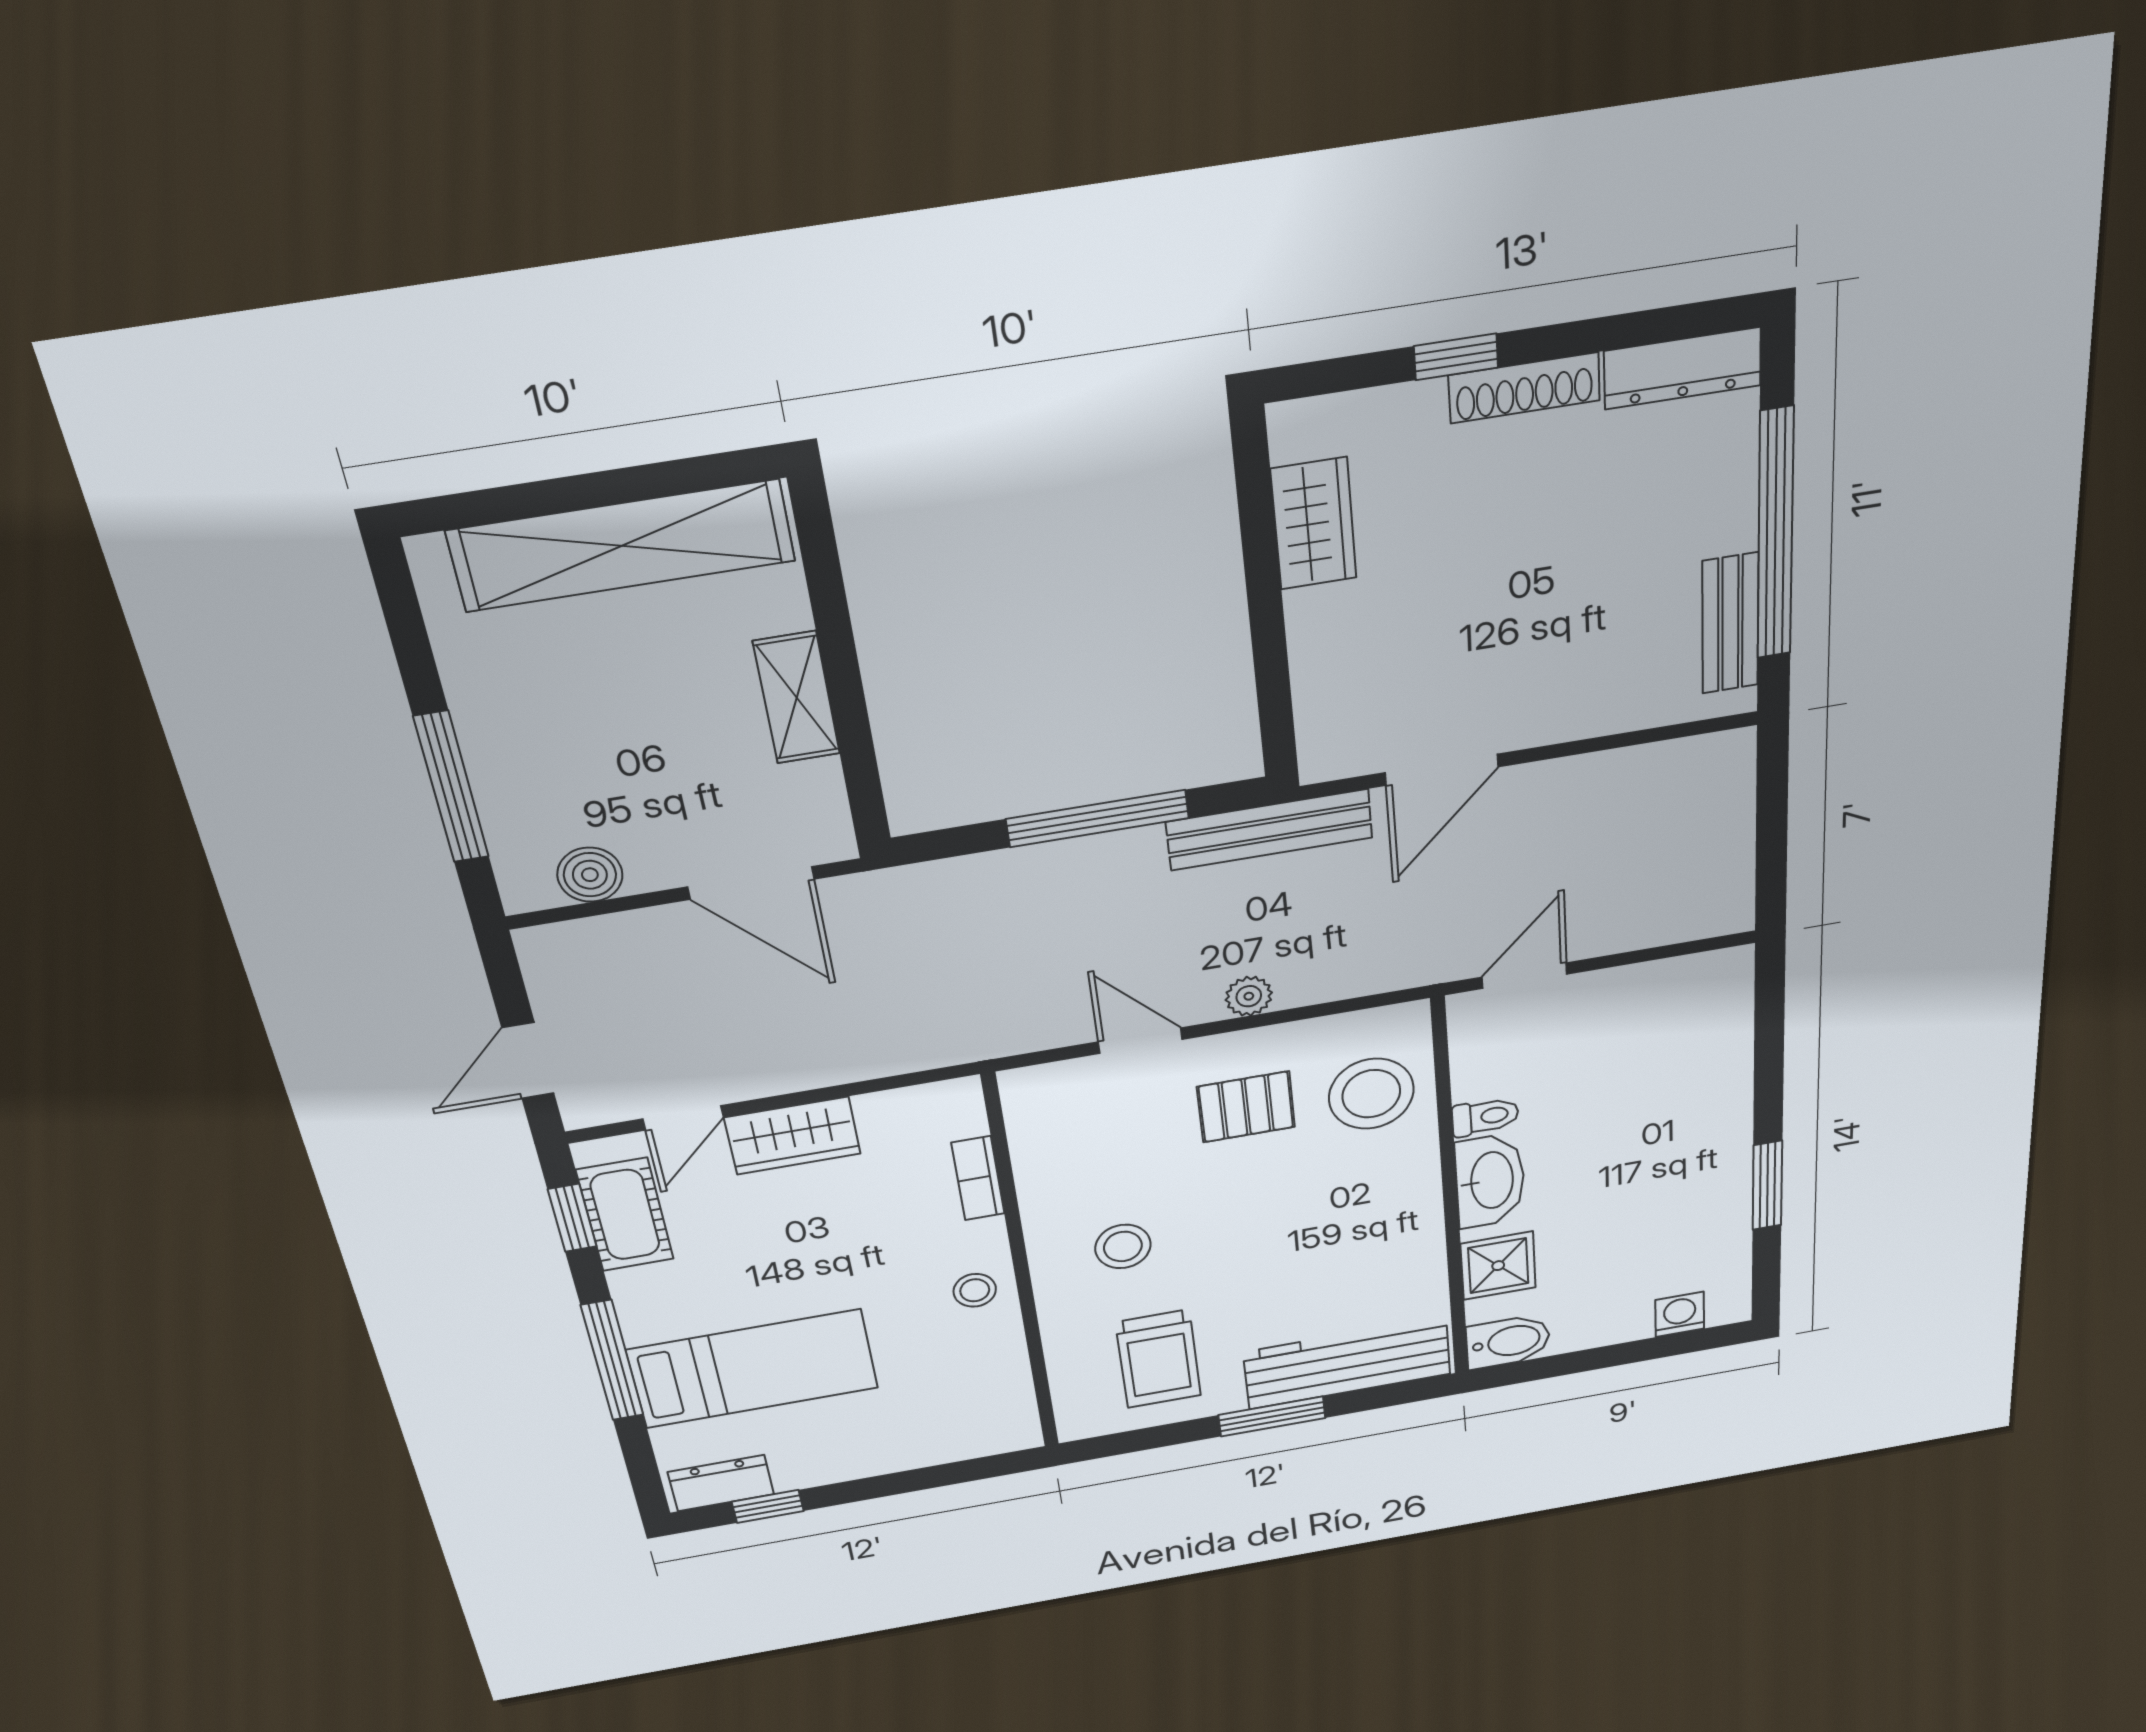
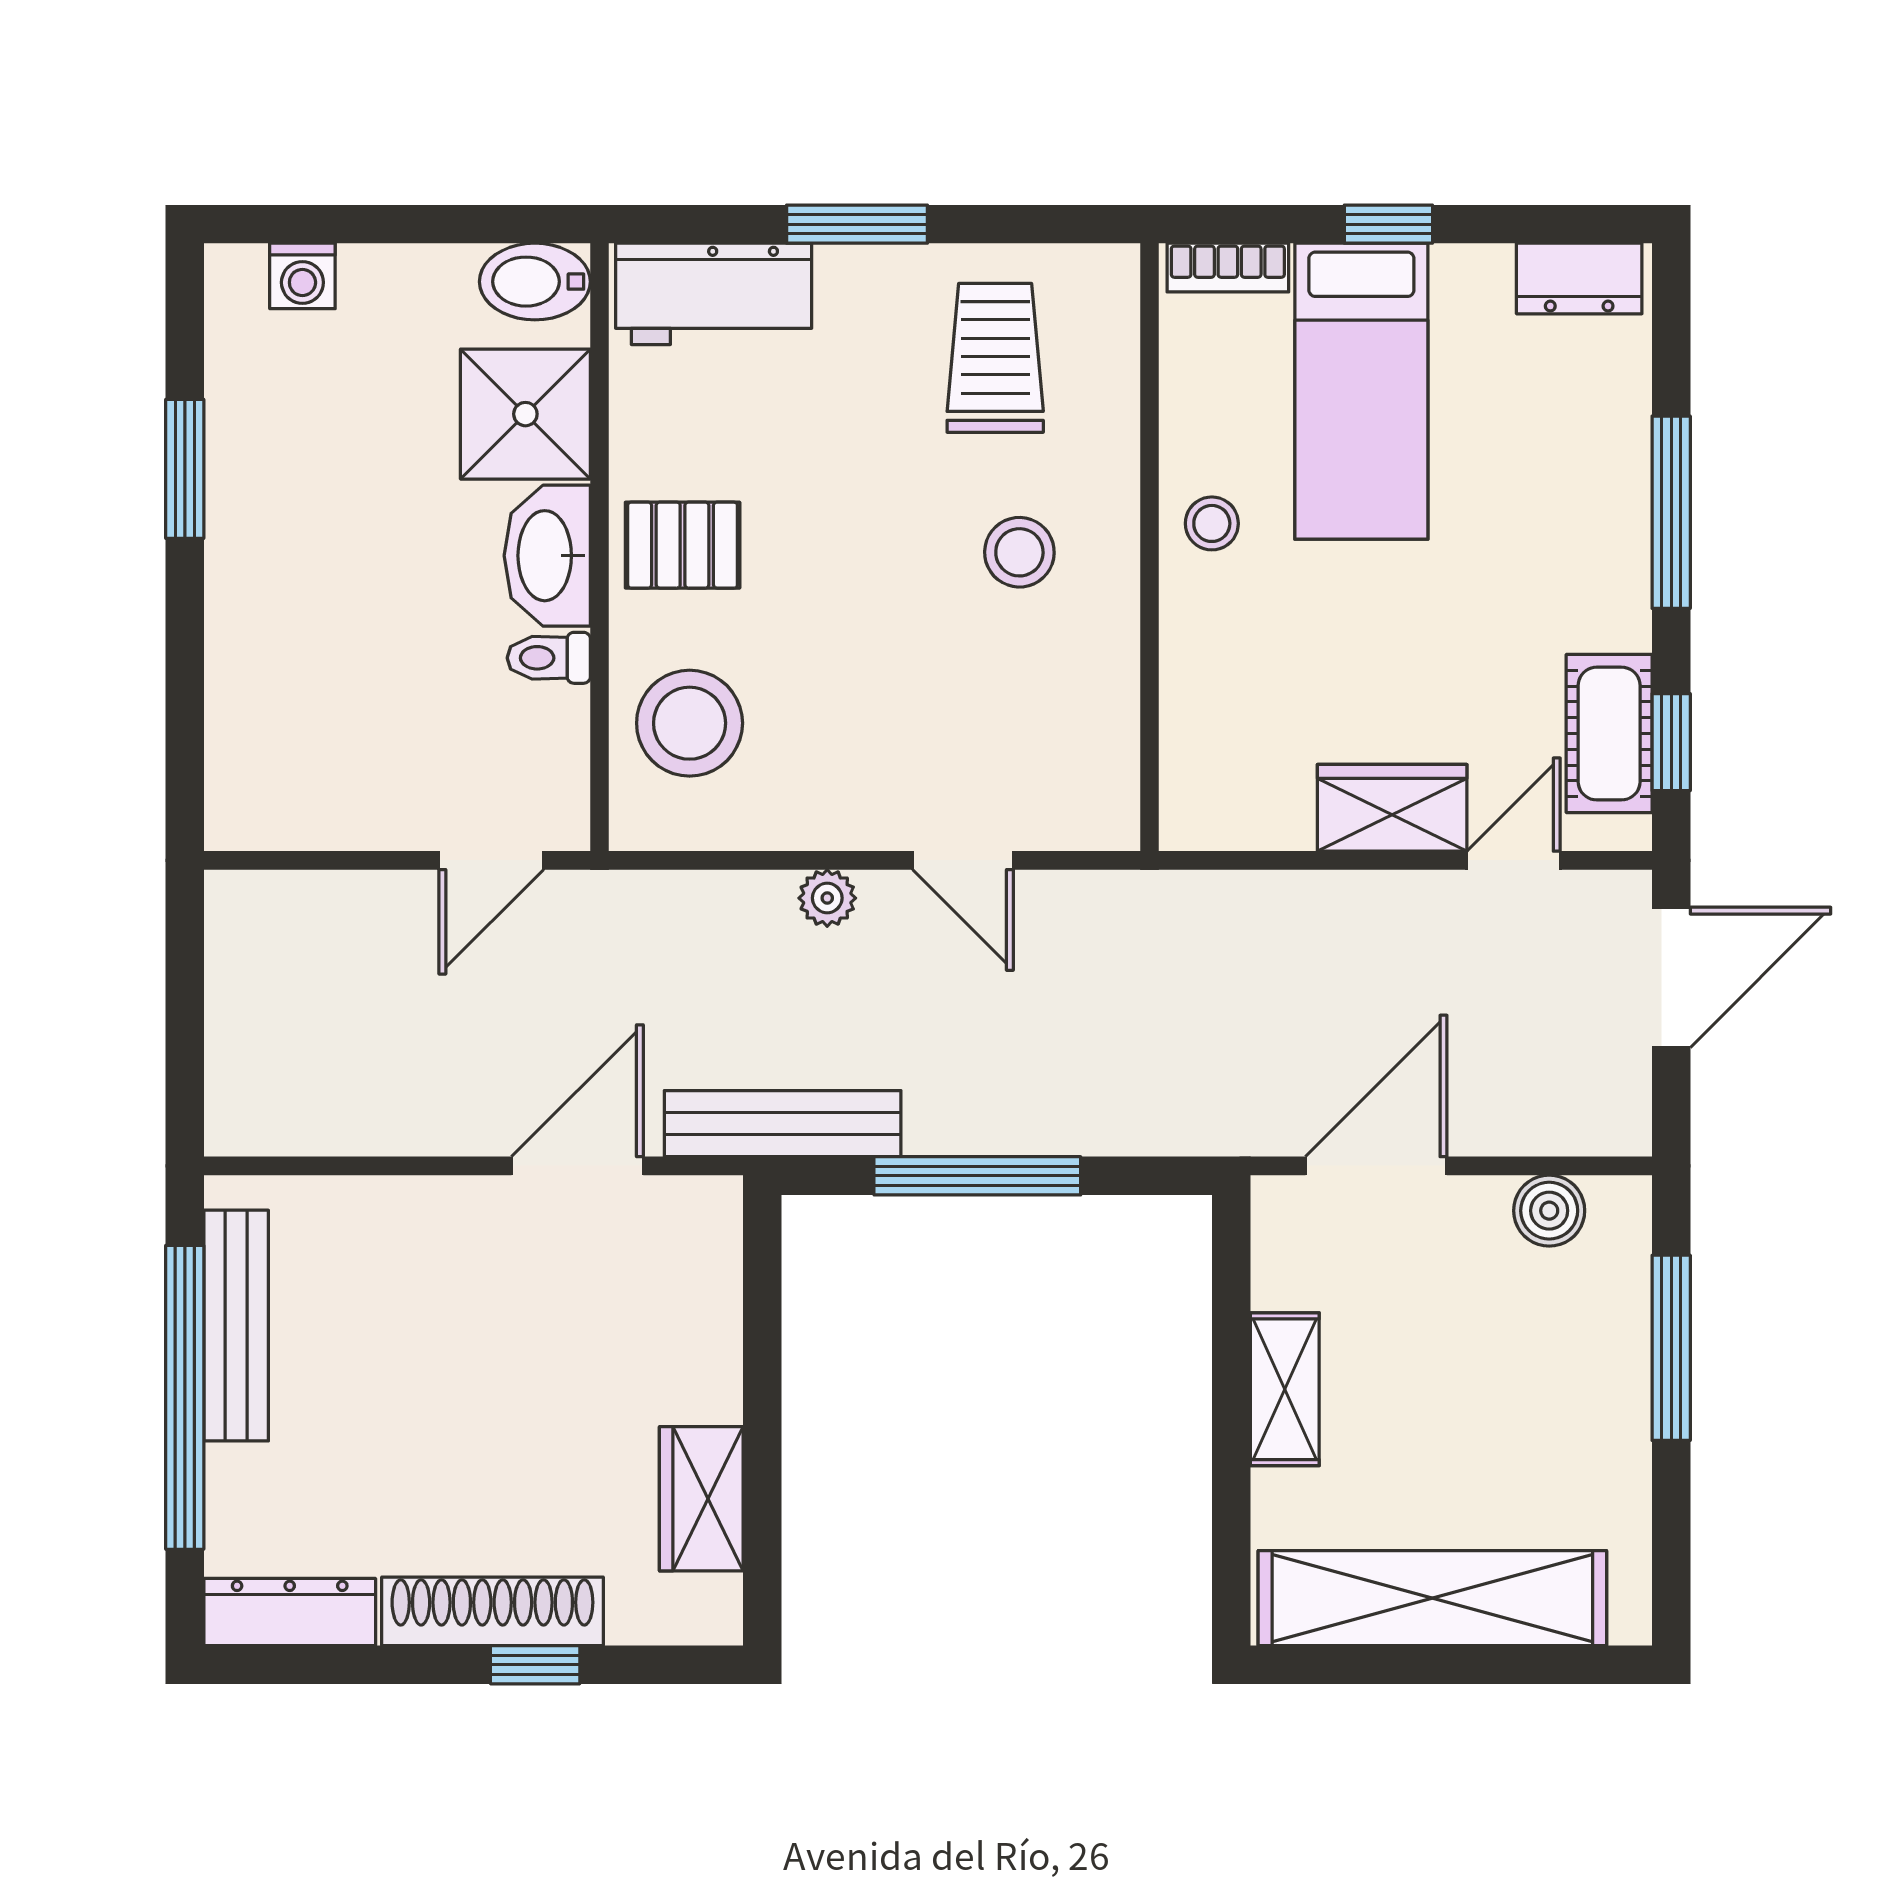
shoe rack: (1524, 388) -> (492, 1611), width x1.36, depth x1.24
bench: (1730, 624) -> (236, 1326), width x1.36
door: (751, 883) -> (1376, 1166), hinge flipped
door: (528, 1061) -> (1671, 977), width x1.38
pallet: (1246, 1107) -> (683, 545), moved
bookcase: (978, 1178) -> (1228, 268), moved, turned 90
shower: (1498, 1266) -> (525, 414), width x1.36, depth x1.36
workbench: (1347, 1363) -> (714, 294), width x0.73
bed: (753, 1369) -> (1361, 391), moved, turned -90
window: (768, 1506) -> (1388, 224), moved

